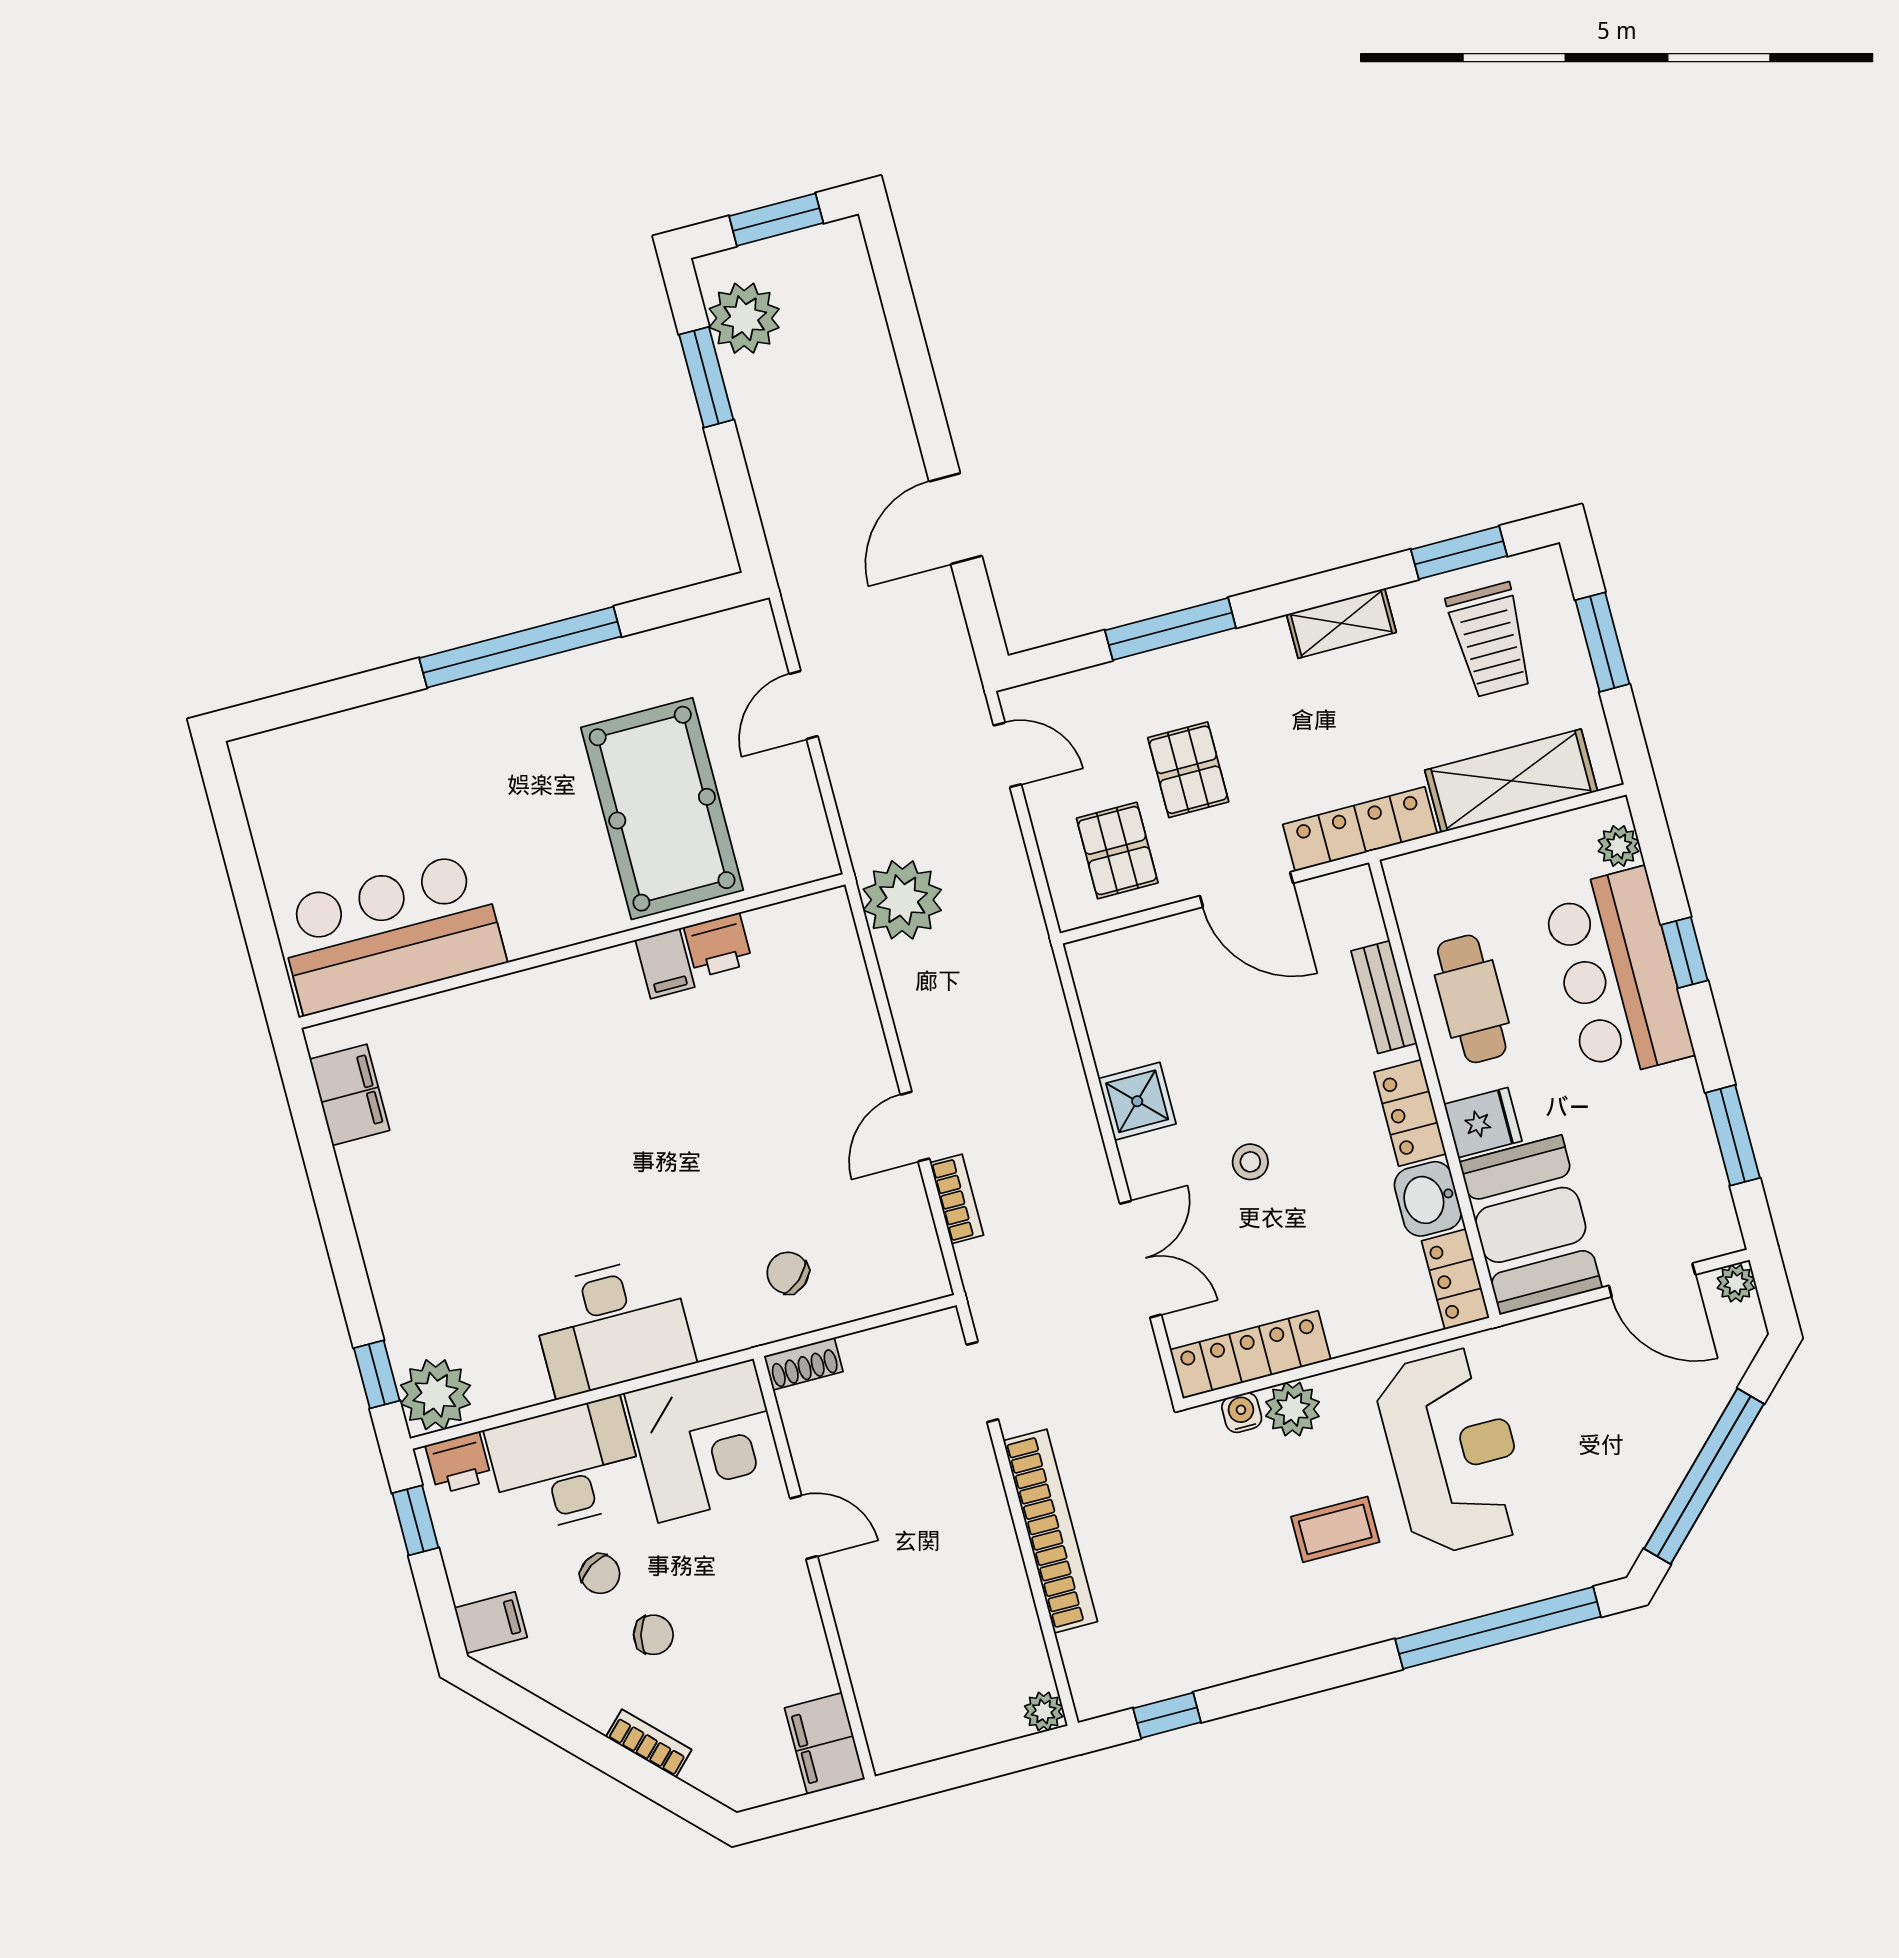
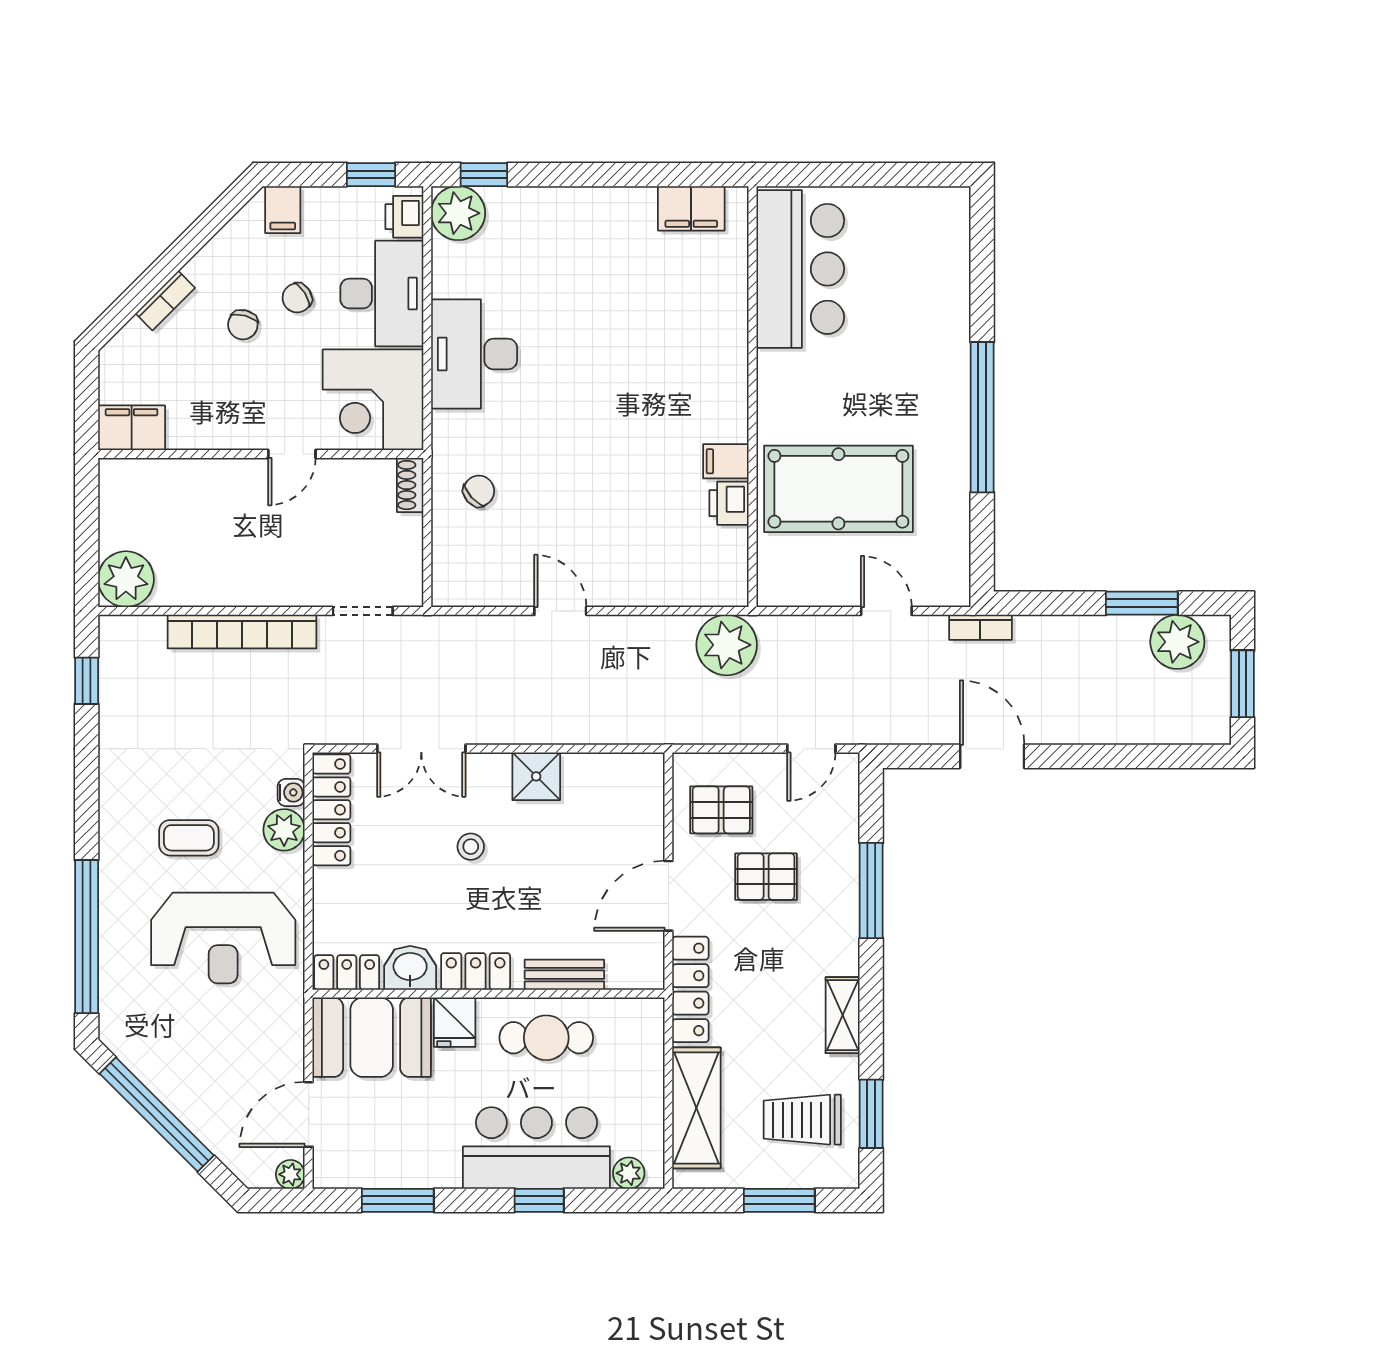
bookcase: (957, 1199) -> (980, 627), moved
coffee table: (1335, 1529) -> (189, 838), turned 90
plant: (1044, 1711) -> (126, 579), width x1.87, depth x1.87

